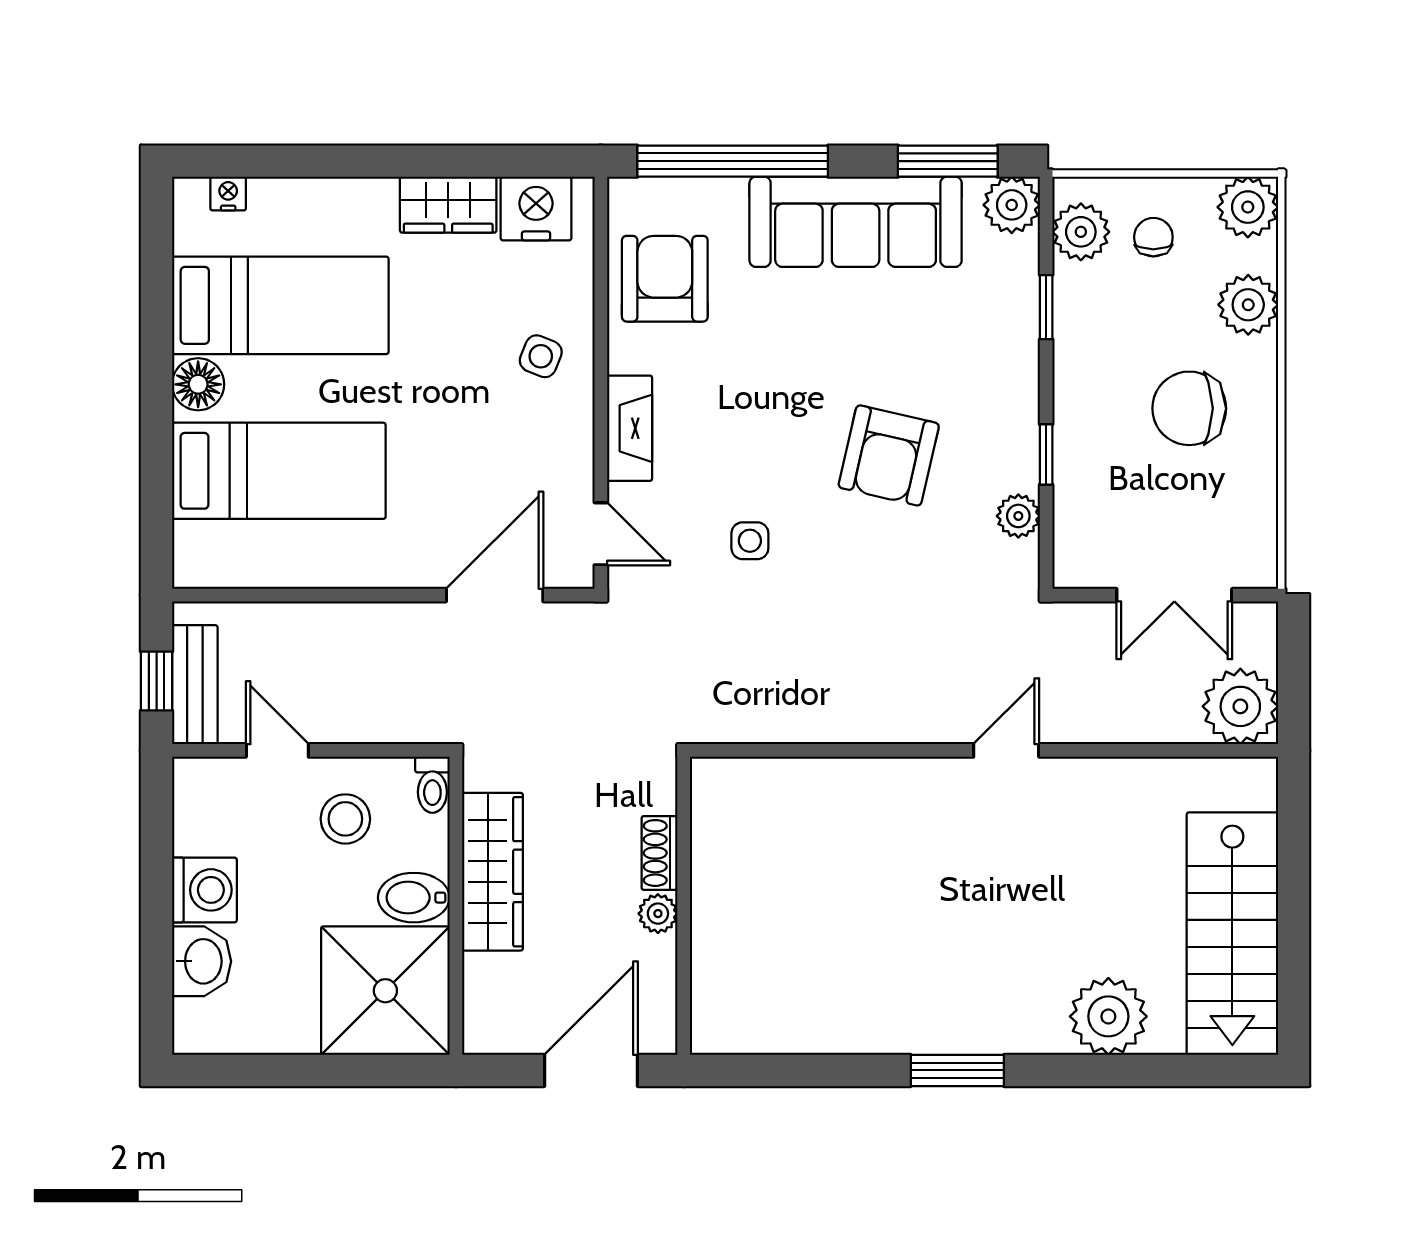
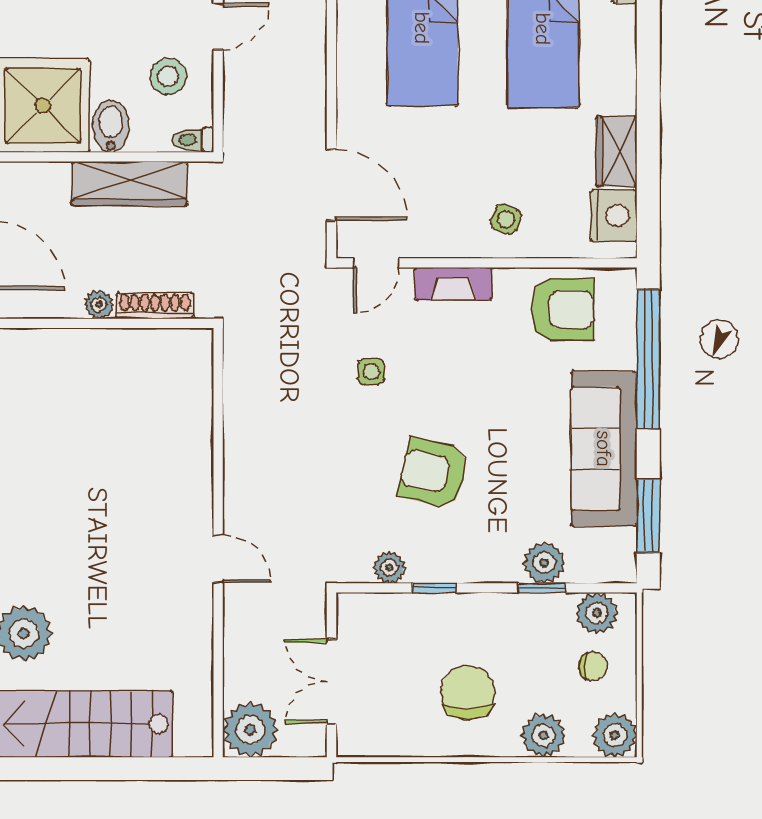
plant: (1012, 205) -> (544, 563), moved
shoe rack: (660, 853) -> (155, 306), width x1.43

